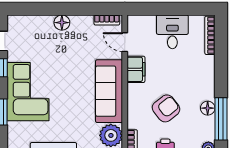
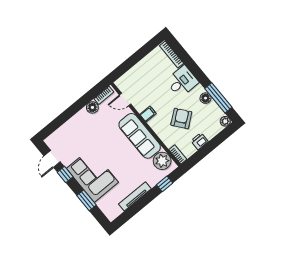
floor lamp: (62, 23) -> (92, 107), moved
desk: (172, 32) -> (182, 82), moved, turned 90
filing cabinet: (136, 69) -> (148, 114), width x0.50

